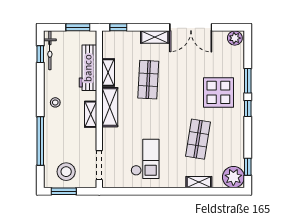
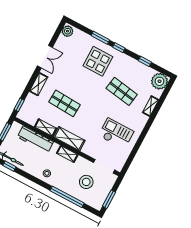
double door: (191, 27) -> (45, 57), width x0.73
window: (248, 167) -> (145, 61), moved
stool: (66, 172) -> (86, 182), moved

